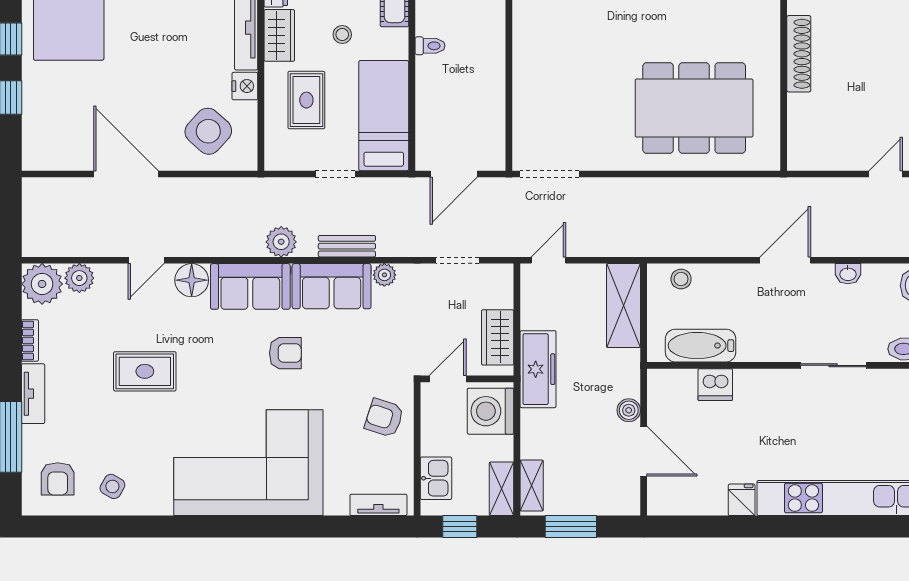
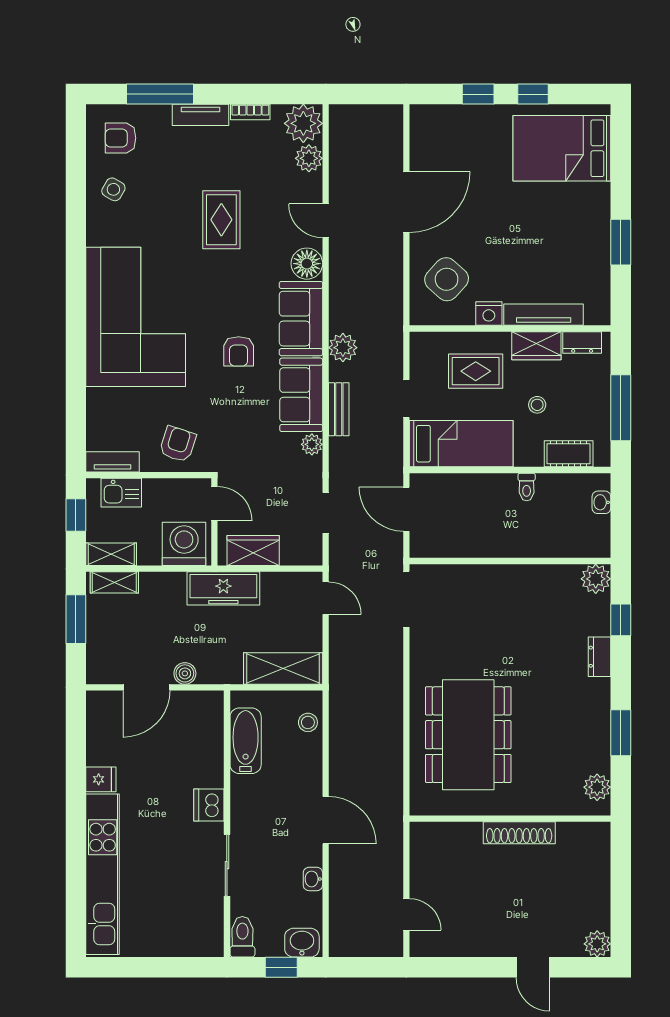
dishwasher: (715, 385) -> (209, 805), moved
tv unit: (378, 505) -> (113, 462), moved, turned -90

